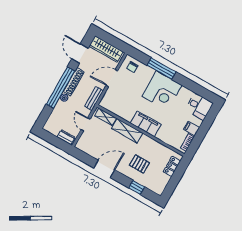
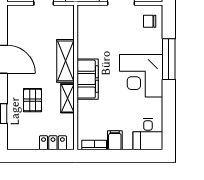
shelving: (106, 117) -> (68, 98), moved

